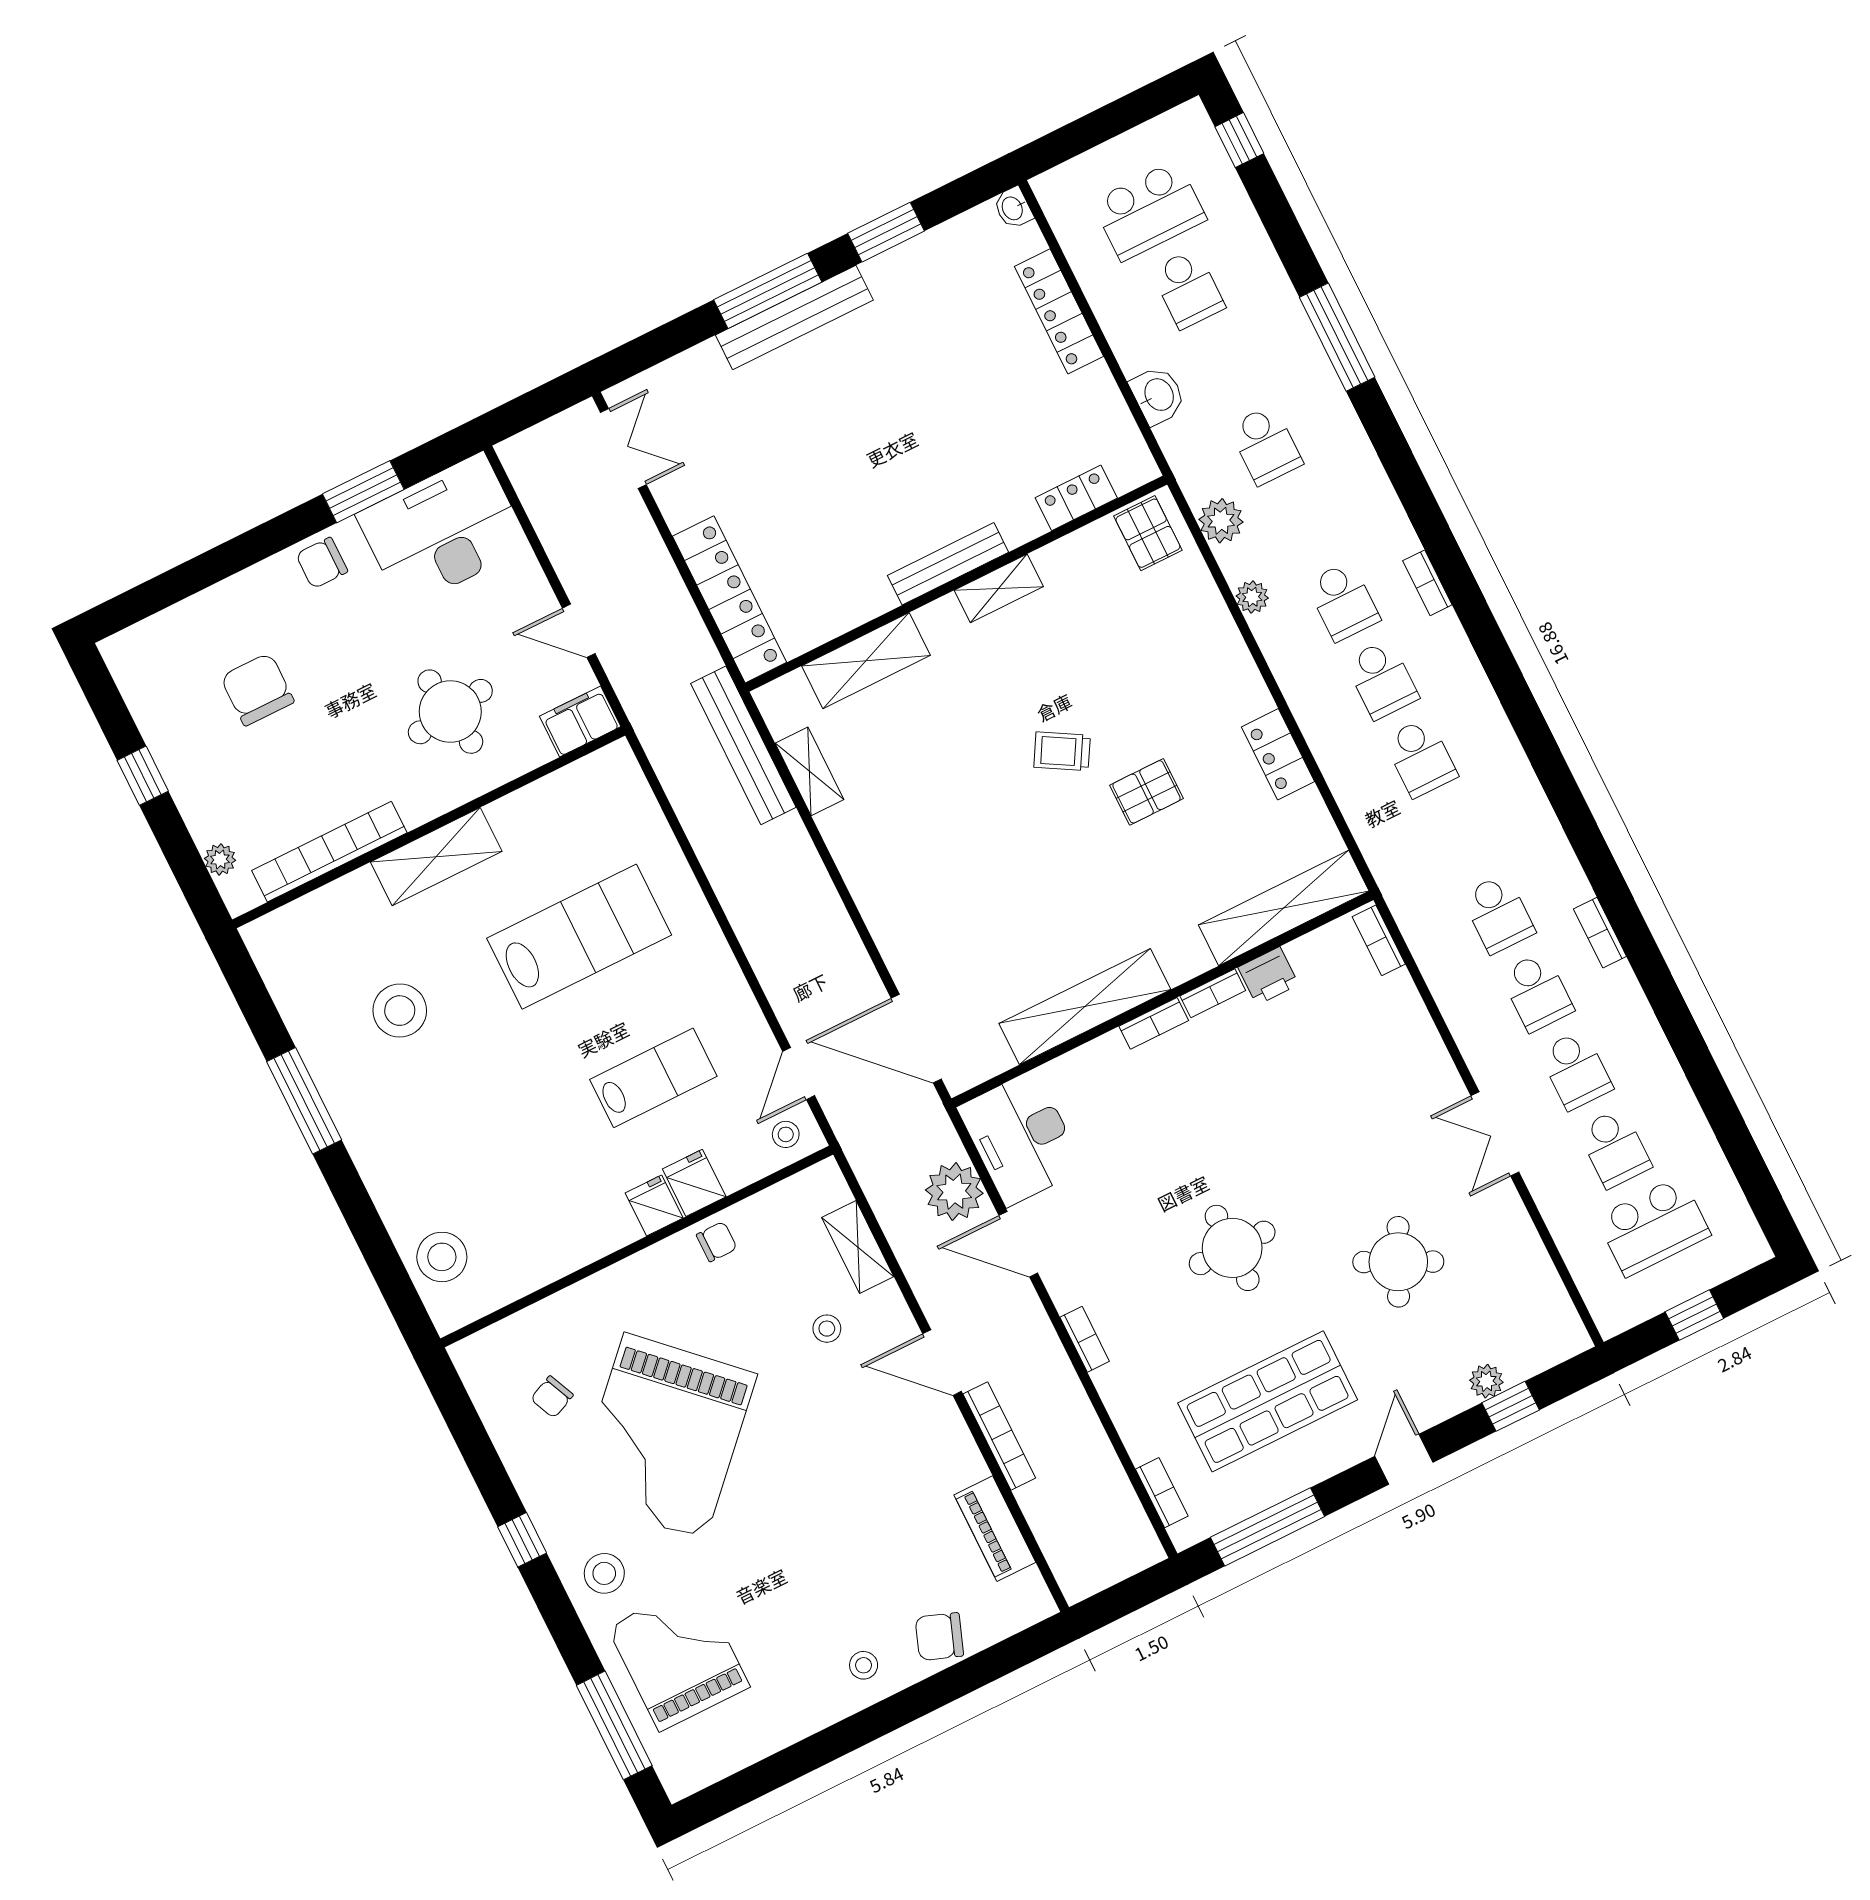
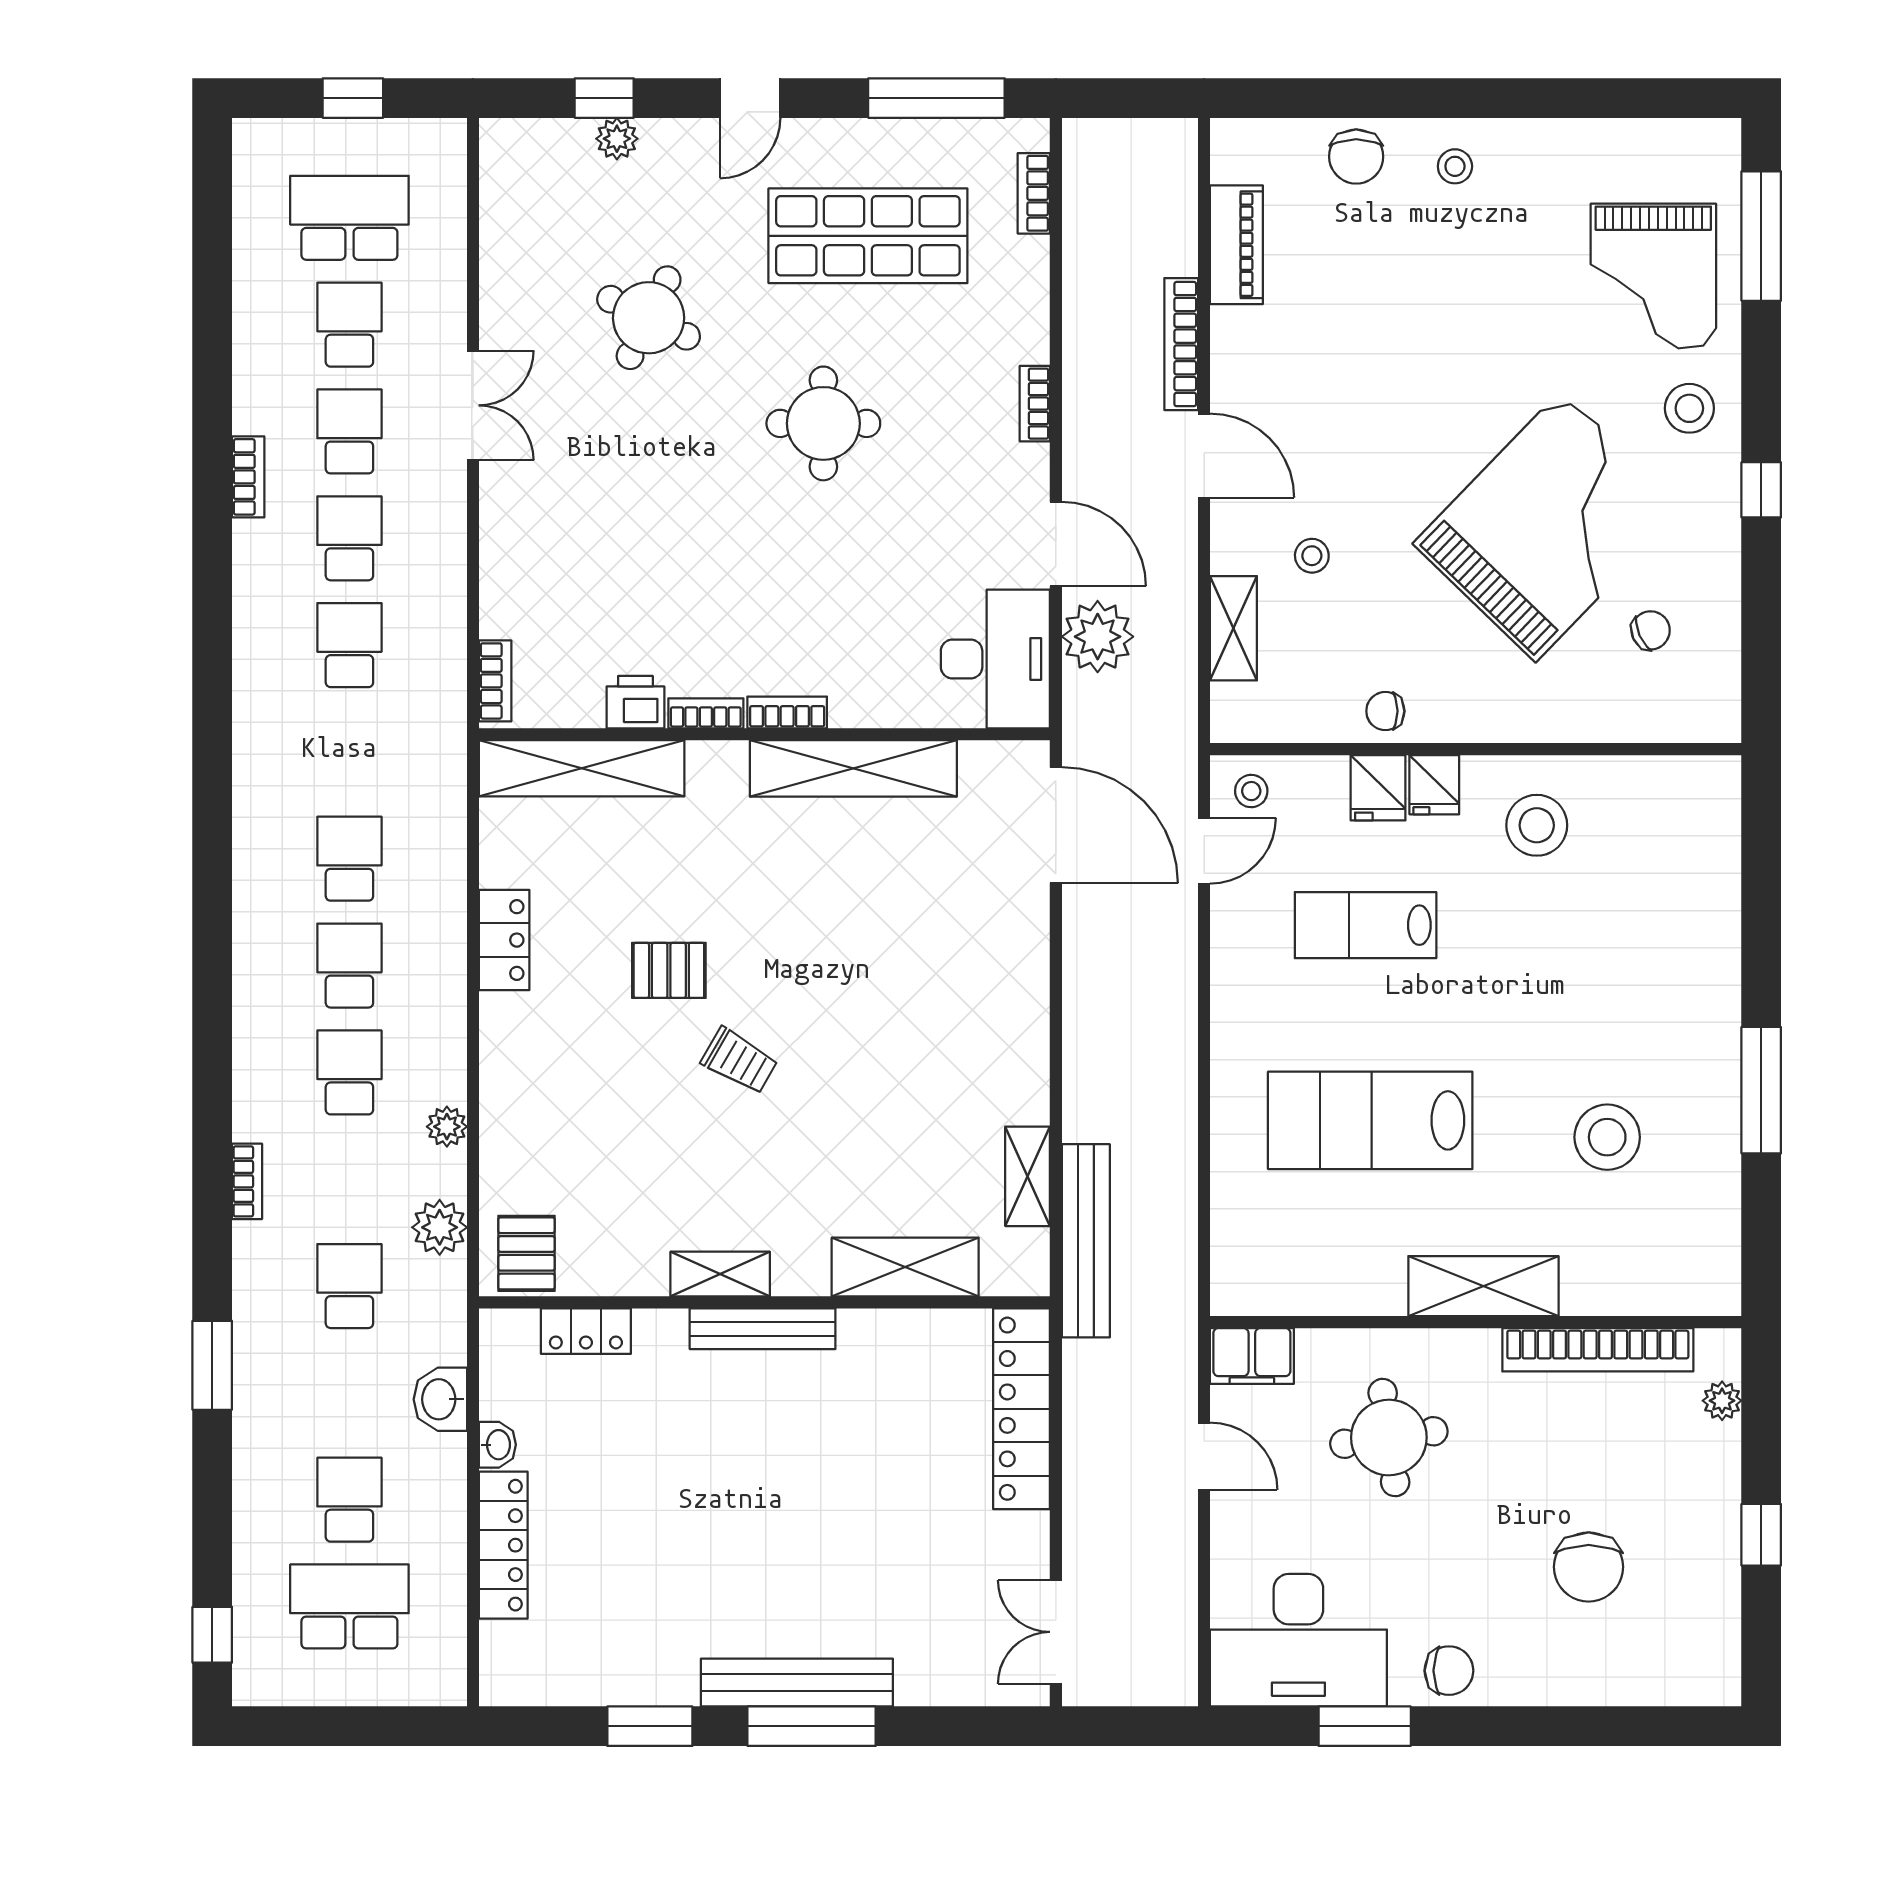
washbasin: (1013, 208) -> (497, 1445), moved
window: (1337, 337) -> (212, 1365), width x0.69
bookcase: (1427, 583) -> (247, 1181), moved
bookcase: (1600, 933) -> (248, 477), moved
stool: (442, 1257) -> (1537, 825), moved
chair: (939, 1637) -> (1356, 157), turned 70

